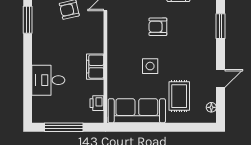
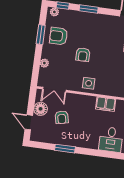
side table: (150, 66) -> (89, 83), moved

